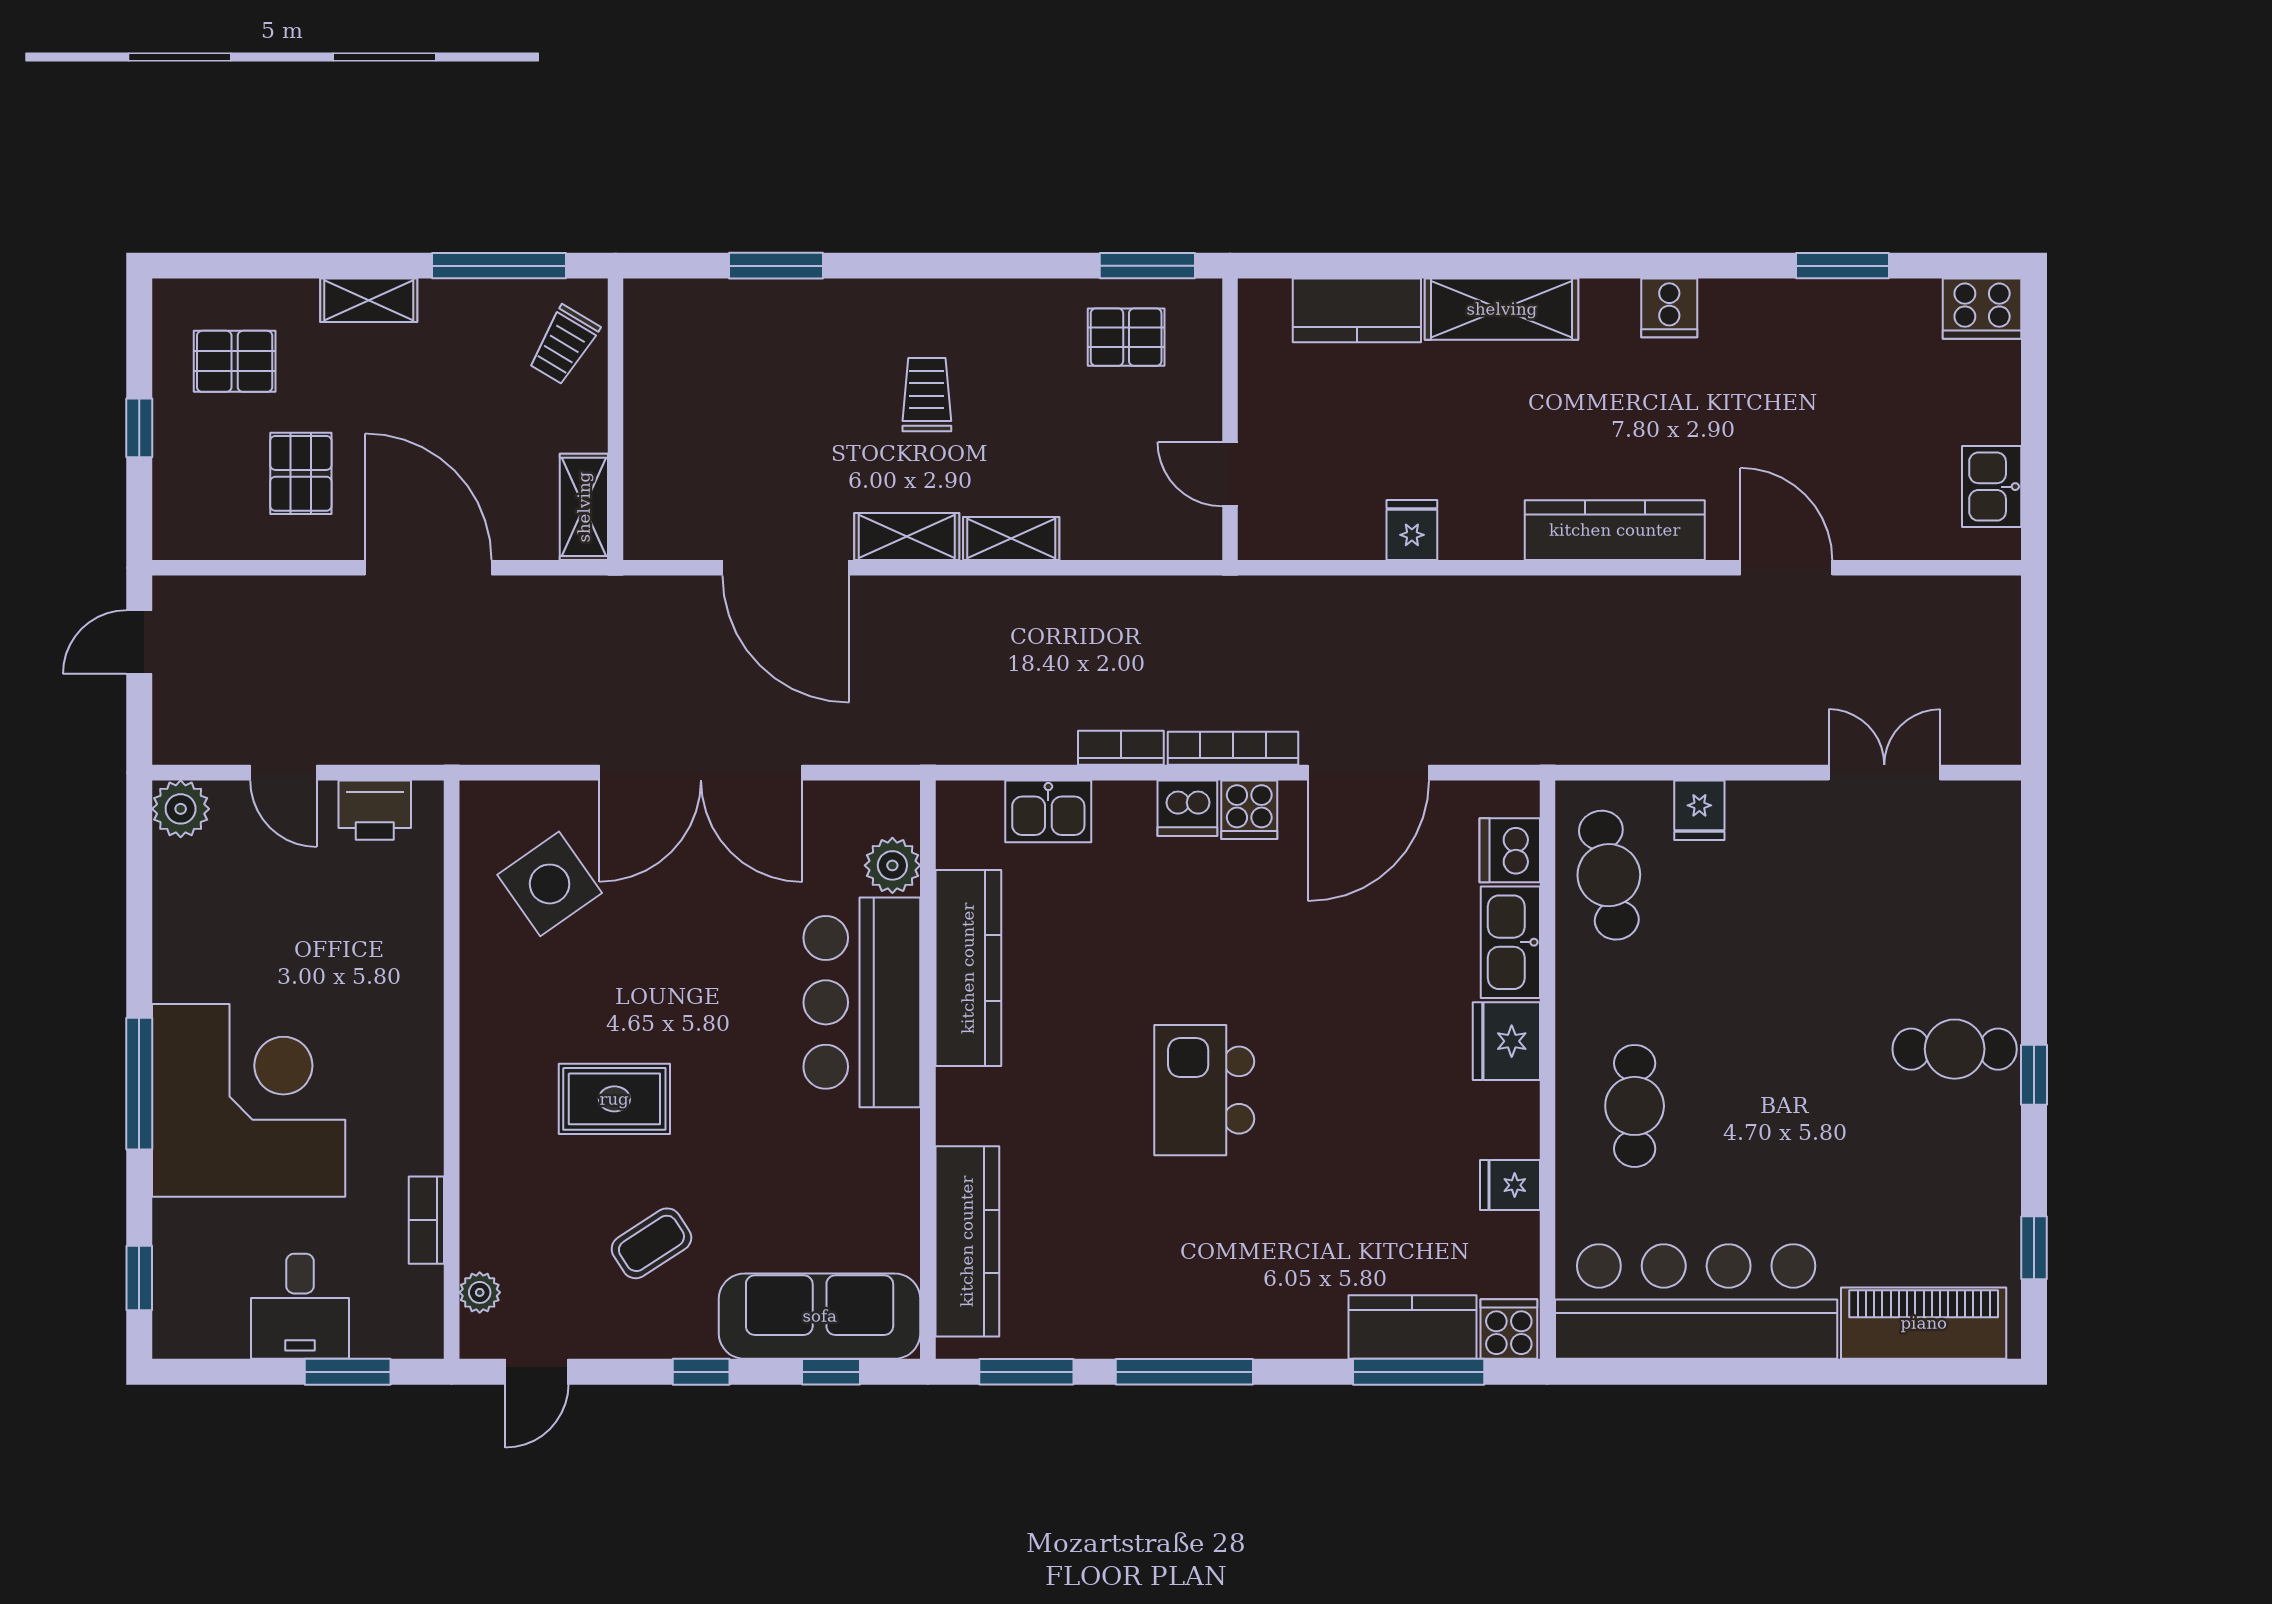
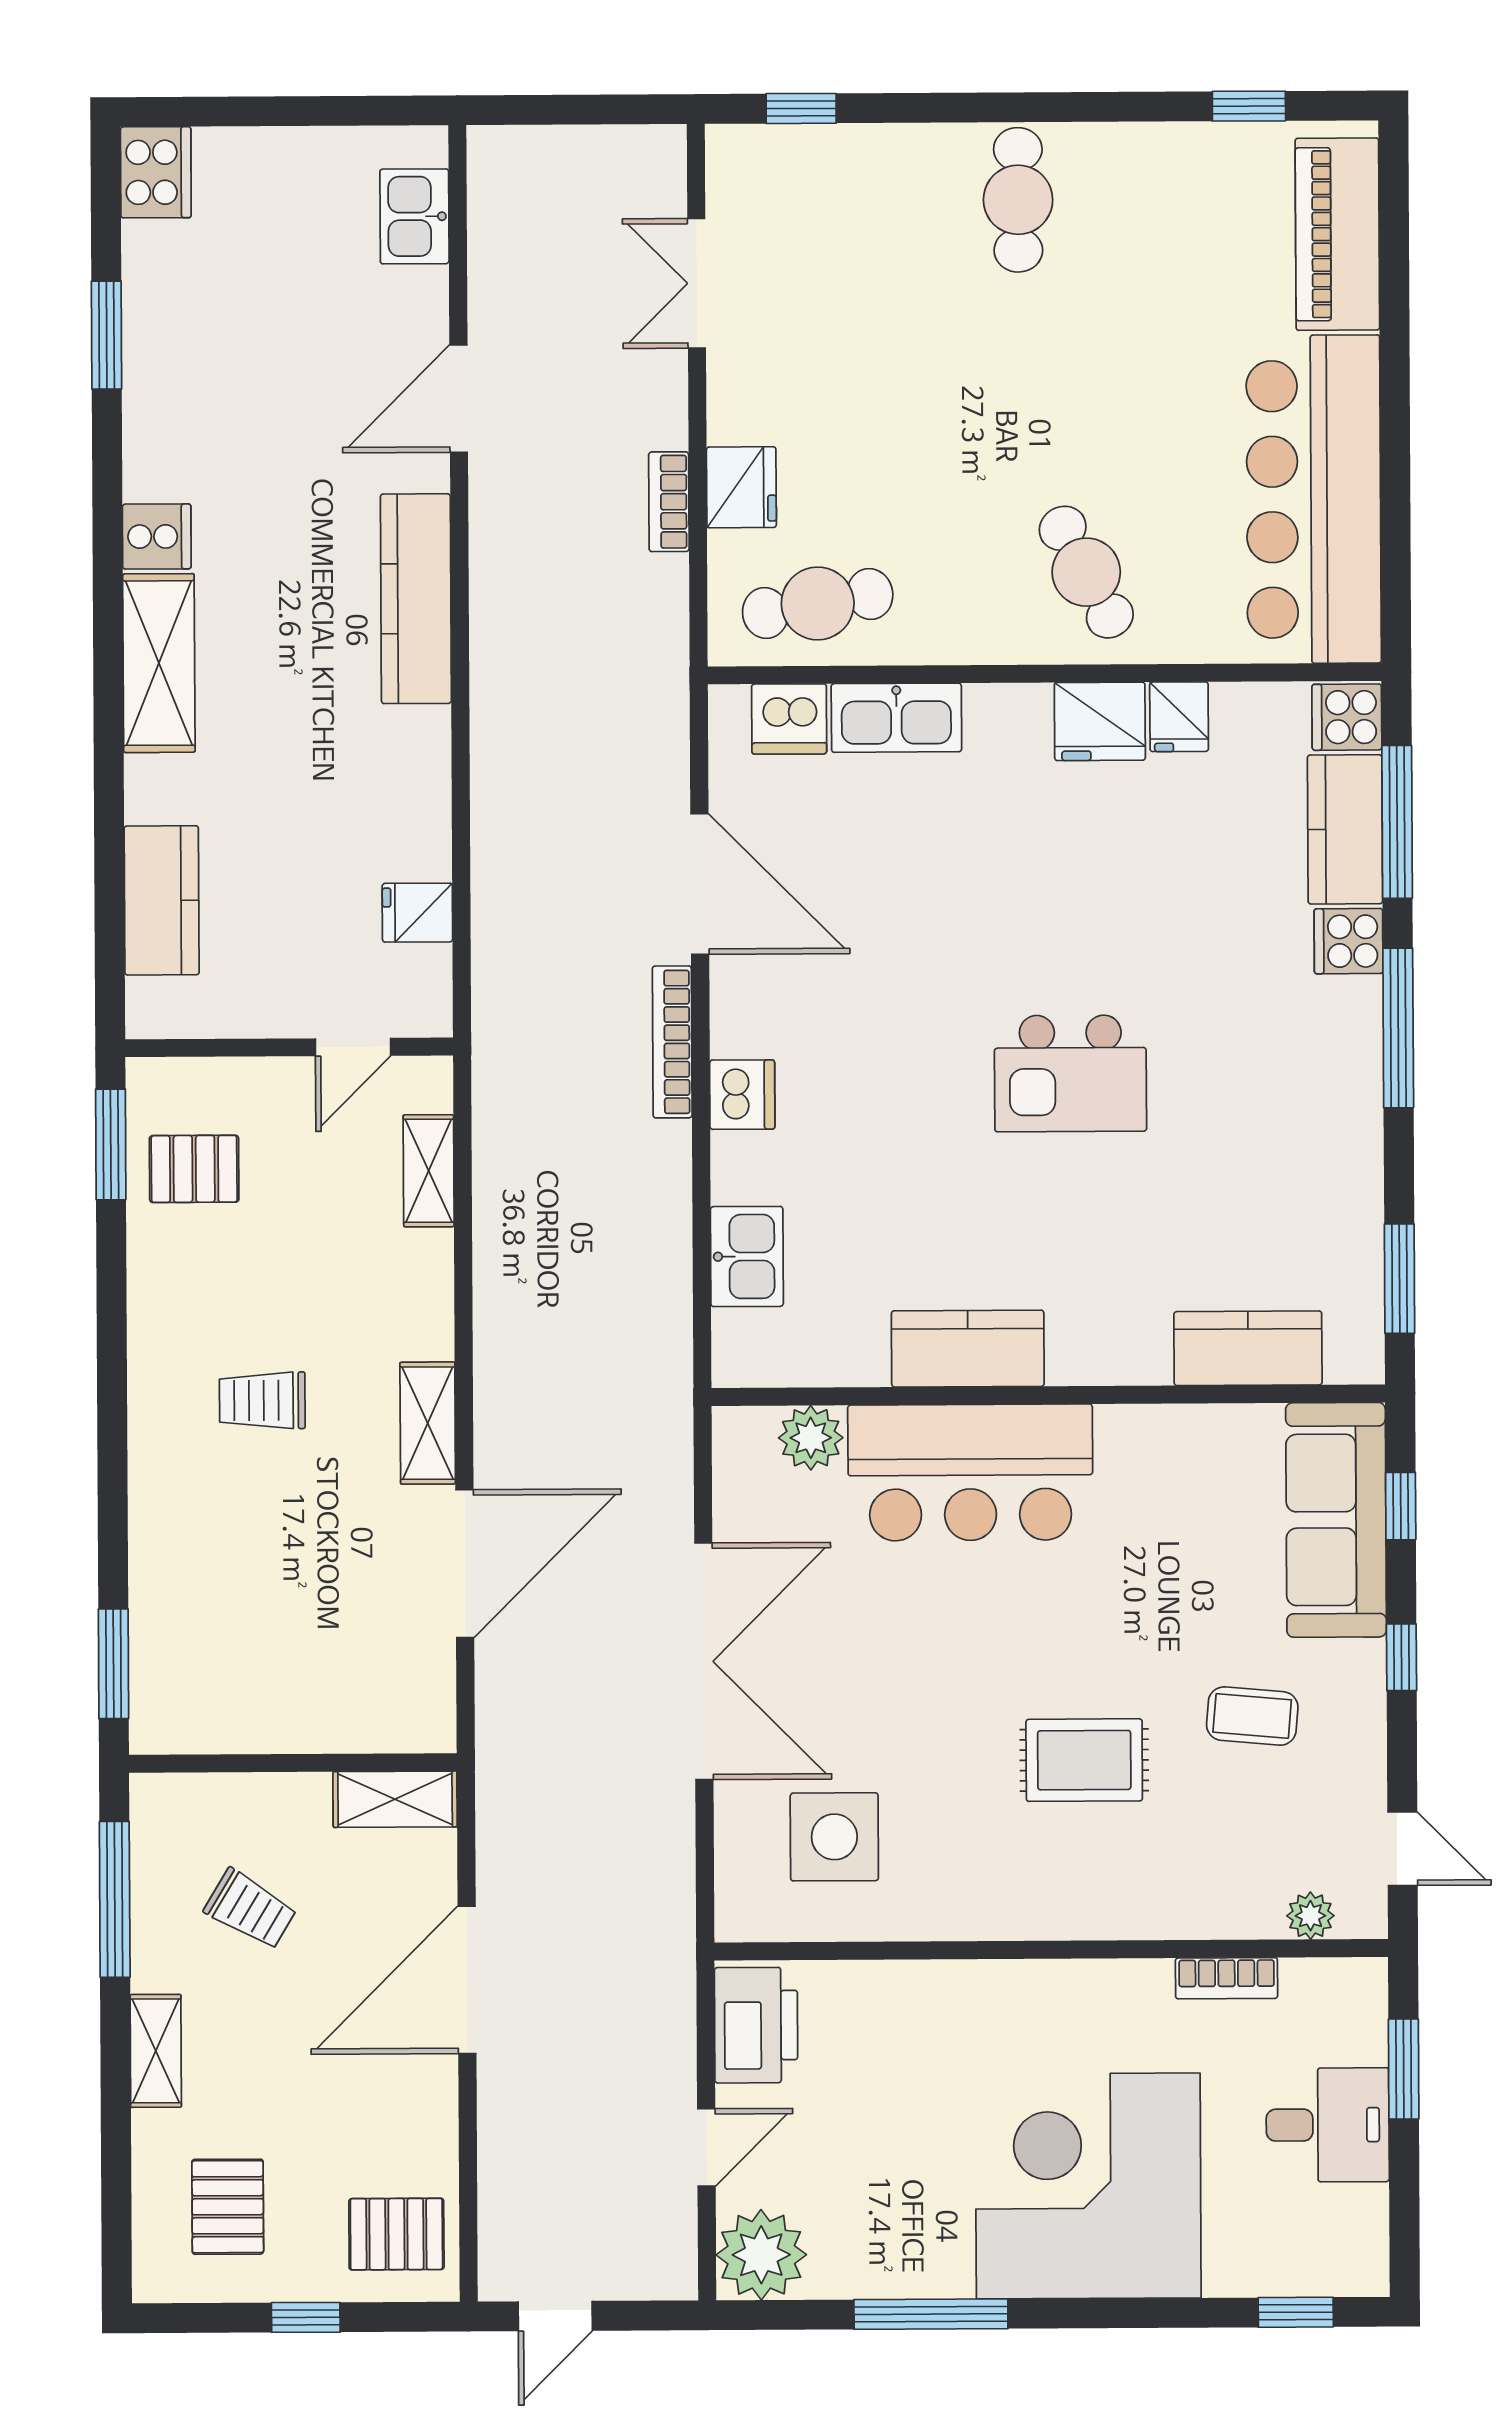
window: (776, 266) -> (113, 1664), moved
shelving: (1502, 309) -> (159, 663), moved
pallet: (1126, 337) -> (194, 1169), turned 90
trolley: (564, 345) -> (250, 1909), moved
pallet: (301, 473) -> (396, 2234), moved
kitchen sink: (1992, 487) -> (414, 216), moved, turned 90
fridge: (1412, 530) -> (417, 913), moved
shelving: (1011, 539) -> (429, 1171), moved
door: (139, 642) -> (555, 2316), hinge flipped
bookcase: (1121, 748) -> (669, 502), moved
plant: (181, 809) -> (761, 2255), width x1.36, depth x1.36
printer: (375, 810) -> (756, 2025), width x1.37, depth x1.19
cooker: (1249, 810) -> (1349, 941), moved, turned 180
fridge: (1699, 810) -> (741, 487), width x1.38
side table: (550, 884) -> (834, 1837), turned 35
kitchen counter: (968, 968) -> (968, 1349), width x0.67
fridge: (1506, 1041) -> (1100, 721), moved
window: (2034, 1075) -> (801, 108), moved
window: (139, 1084) -> (931, 2314), moved
rug: (614, 1099) -> (1084, 1760), turned 90
cafe table: (1635, 1106) -> (1086, 572), turned 62
kitchen counter: (967, 1241) -> (1248, 1348), width x0.67
coffee table: (651, 1243) -> (1252, 1716), turned -52
window: (1184, 1372) -> (1398, 1028), moved

